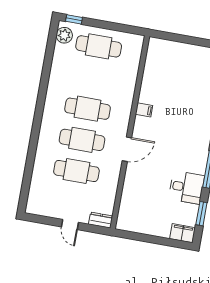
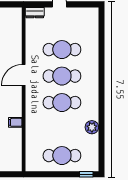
plant: (64, 35) -> (92, 127), moved
filing cabinet: (144, 110) -> (15, 122), moved

